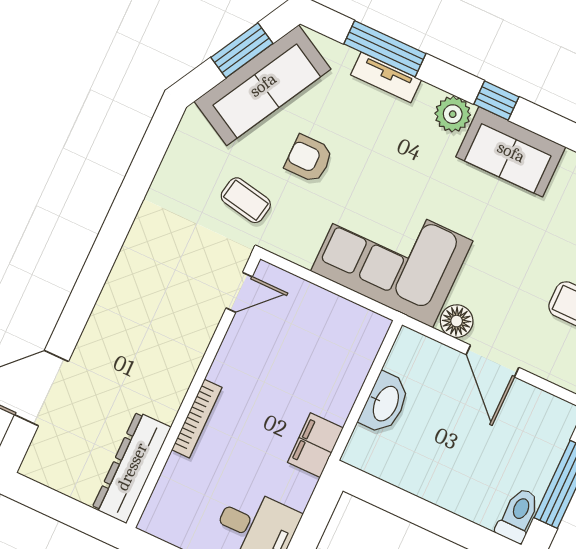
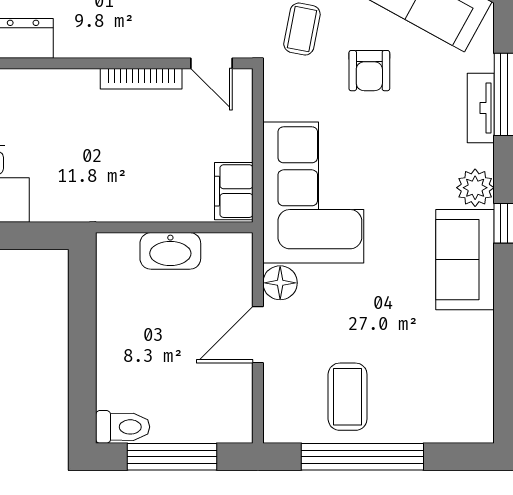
armchair: (309, 159) -> (369, 71), turned 180
bookcase: (197, 419) -> (141, 79), moved
filing cabinet: (315, 445) -> (234, 191), moved, turned -90

